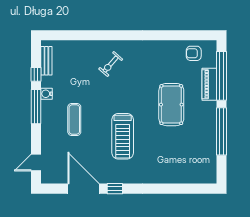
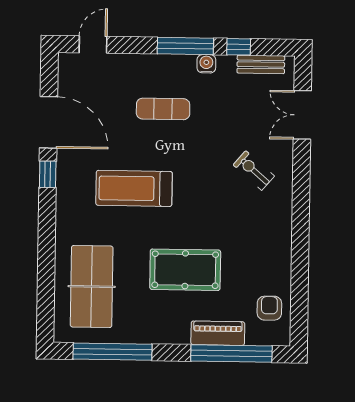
double door: (77, 35) -> (302, 115), added
window: (222, 131) -> (113, 352), moved
table tennis table: (182, 161) -> (92, 287), added
door: (36, 162) -> (93, 45), hinge flipped
door: (83, 189) -> (48, 122), hinge flipped

